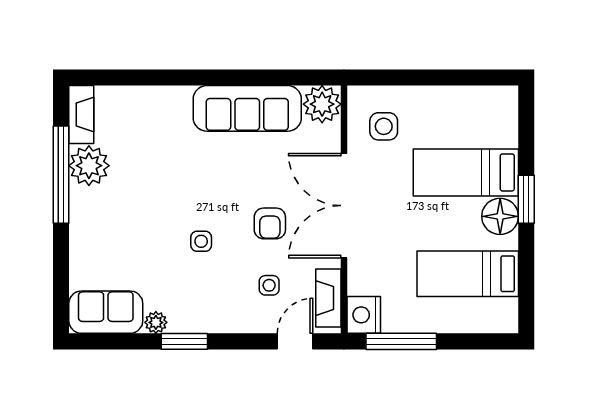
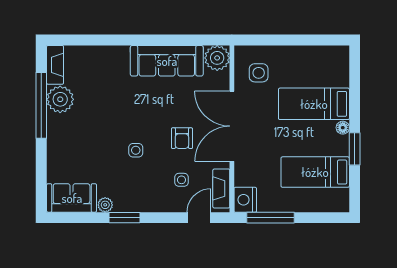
window: (526, 199) -> (355, 149), moved
floor lamp: (500, 216) -> (343, 128), width x0.53, depth x0.53

